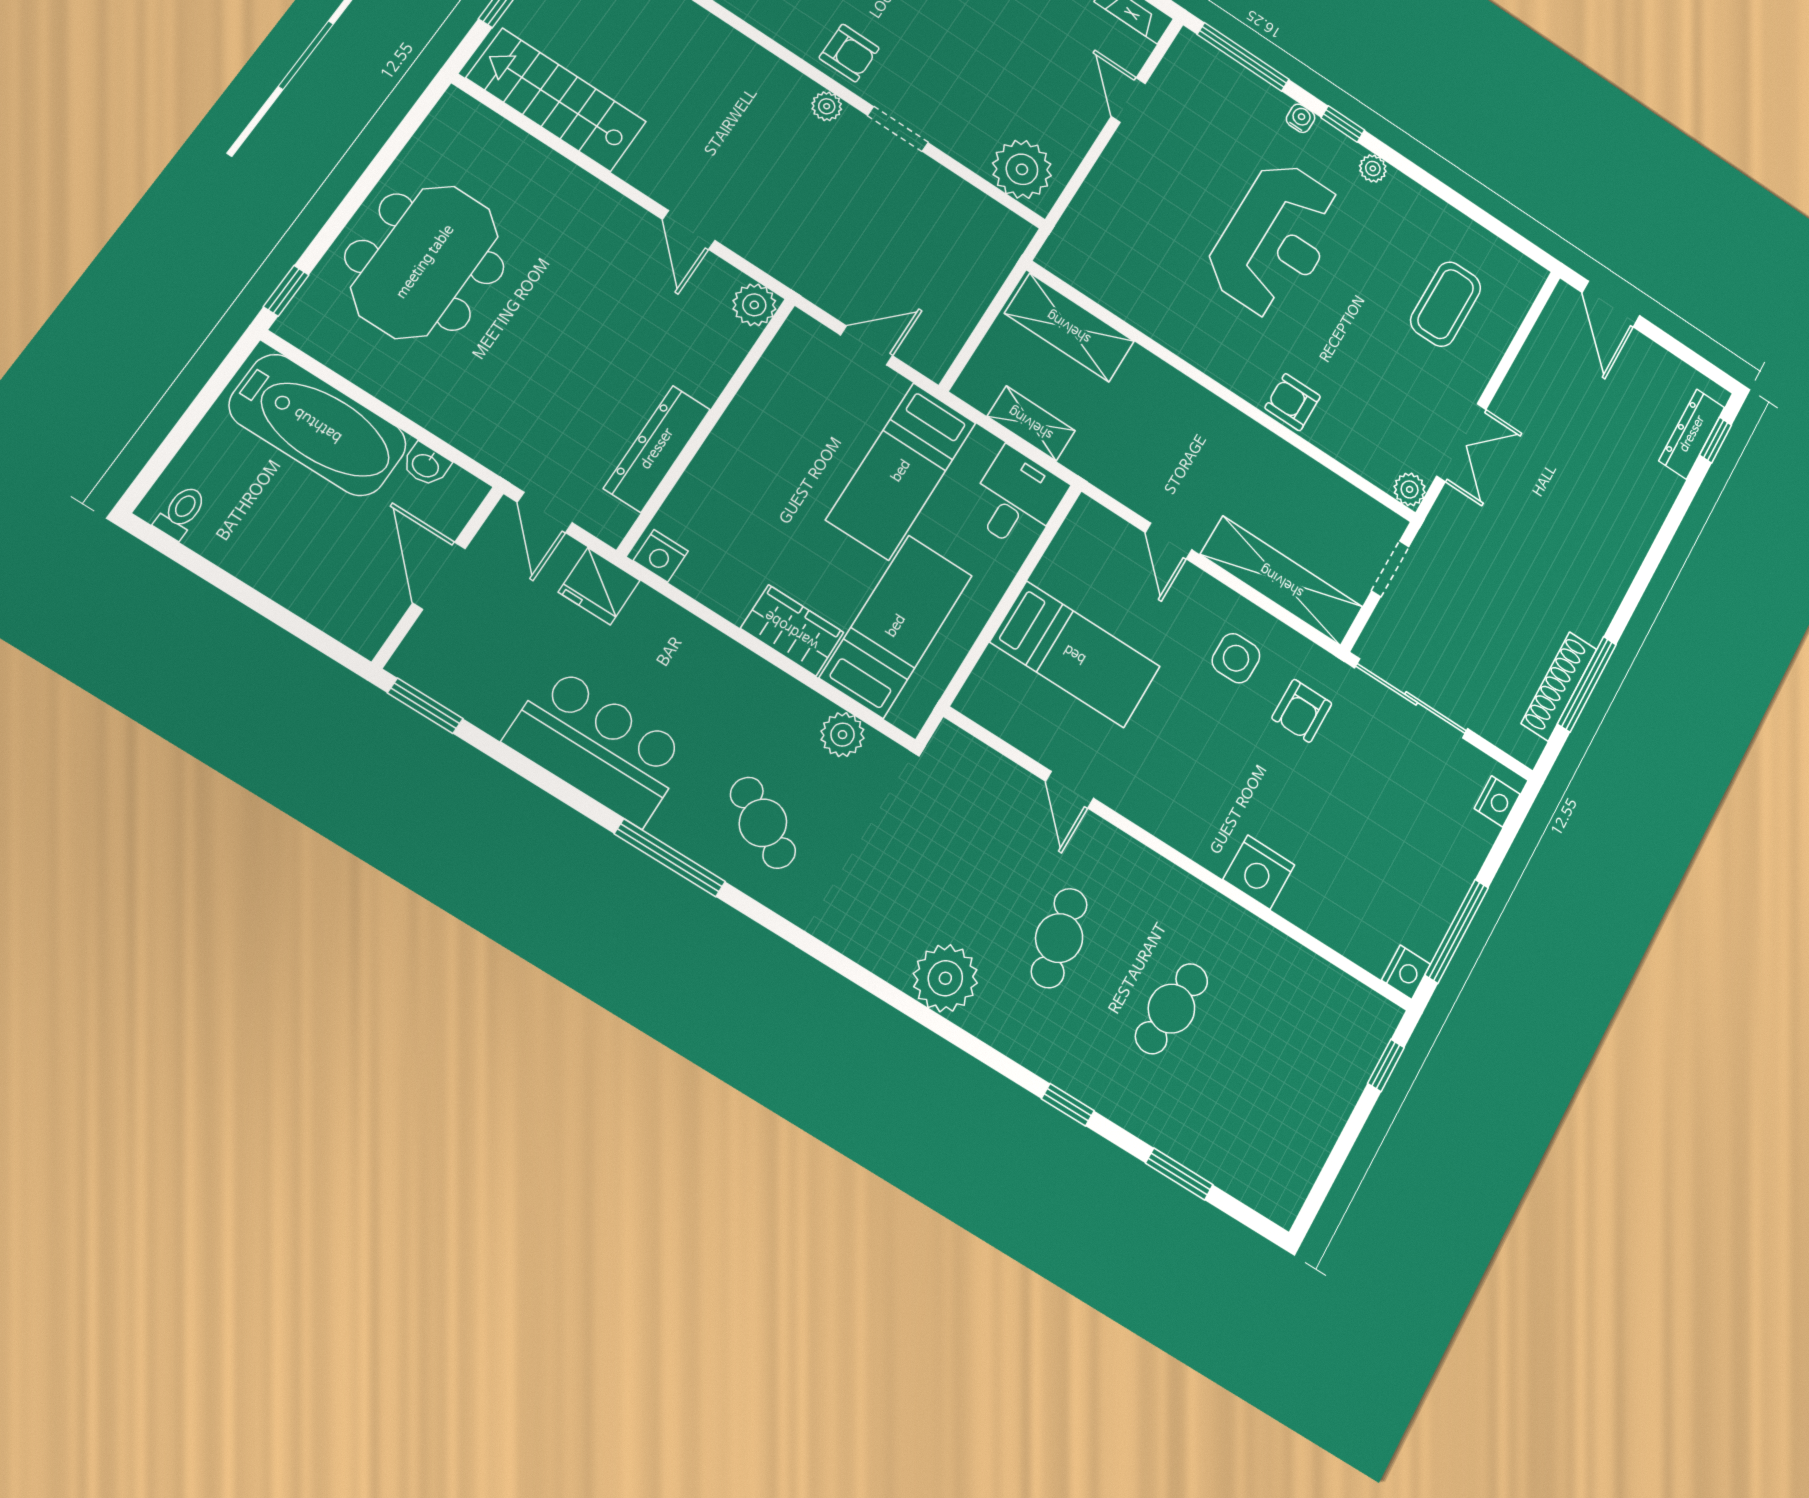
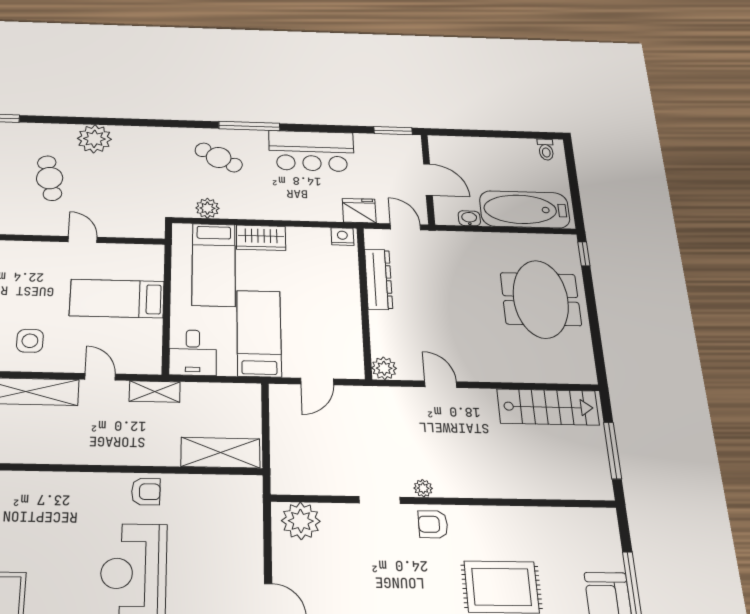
armchair: (1293, 402) -> (146, 492), moved
shelving: (1031, 423) -> (155, 391), moved

